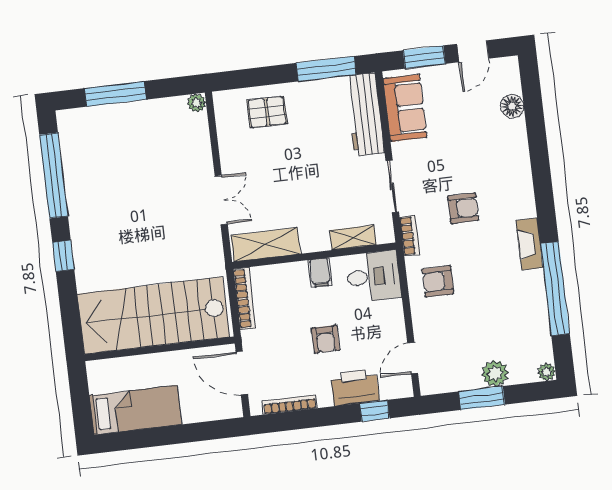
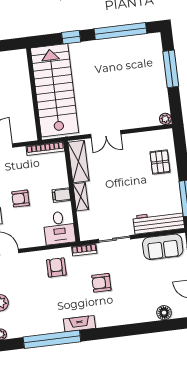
armchair: (463, 208) -> (101, 283), turned 90
shelving: (353, 238) -> (81, 197), moved
stairs: (153, 315) -> (55, 90), moved
wall: (160, 349) -> (34, 94), moved

